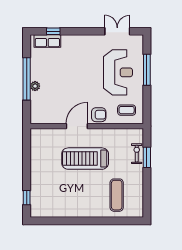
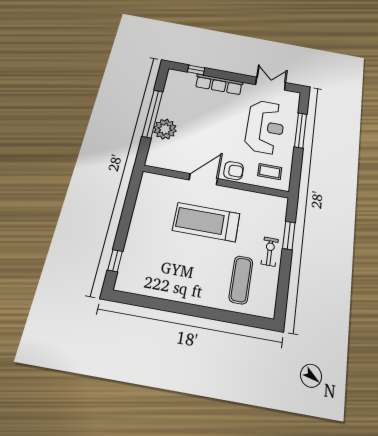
row of seats: (47, 41) -> (219, 84), moved, width x1.48
plant: (35, 86) -> (165, 129), width x1.88, depth x1.88
exercise bike: (137, 154) -> (270, 252), moved

